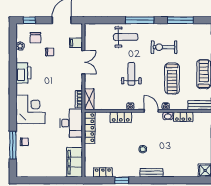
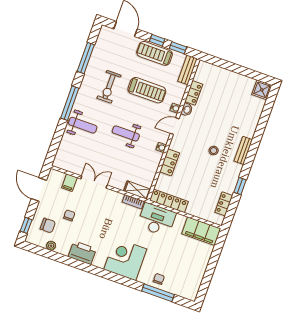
weight bench: (126, 37) -> (83, 125), turned 90

